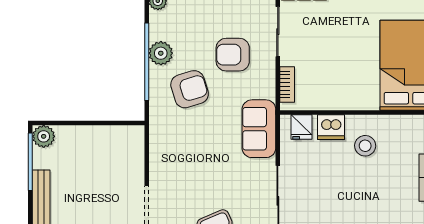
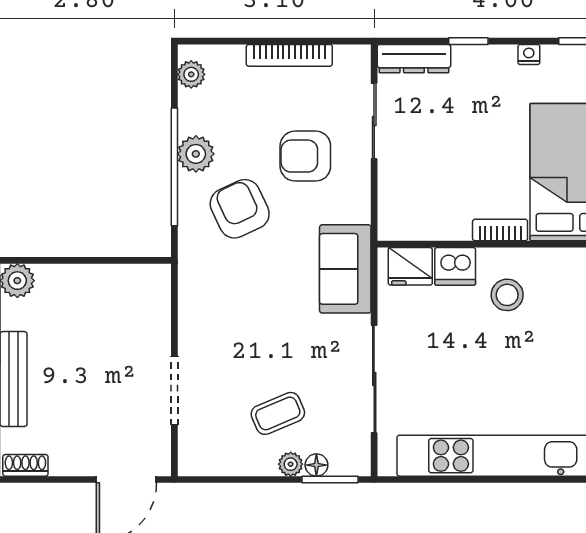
bookcase: (287, 84) -> (500, 230), moved, turned -90
armchair: (190, 89) -> (240, 209), turned -98
fridge: (302, 127) -> (410, 266), width x1.38

